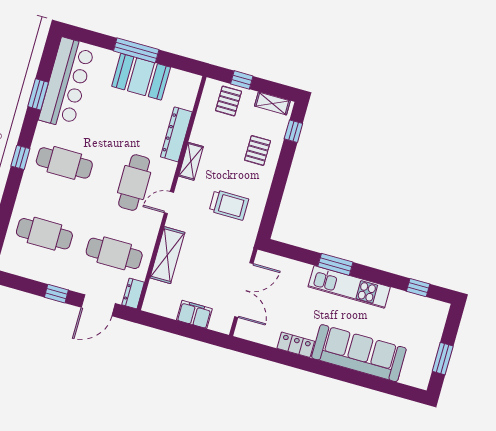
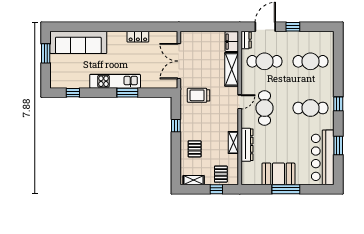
window: (293, 131) -> (176, 126), moved
shelving: (191, 161) -> (233, 143), moved
trolley: (229, 205) -> (199, 95), moved
filing cabinet: (194, 314) -> (232, 42), moved, turned 90
sofa: (359, 353) -> (78, 42), moved

